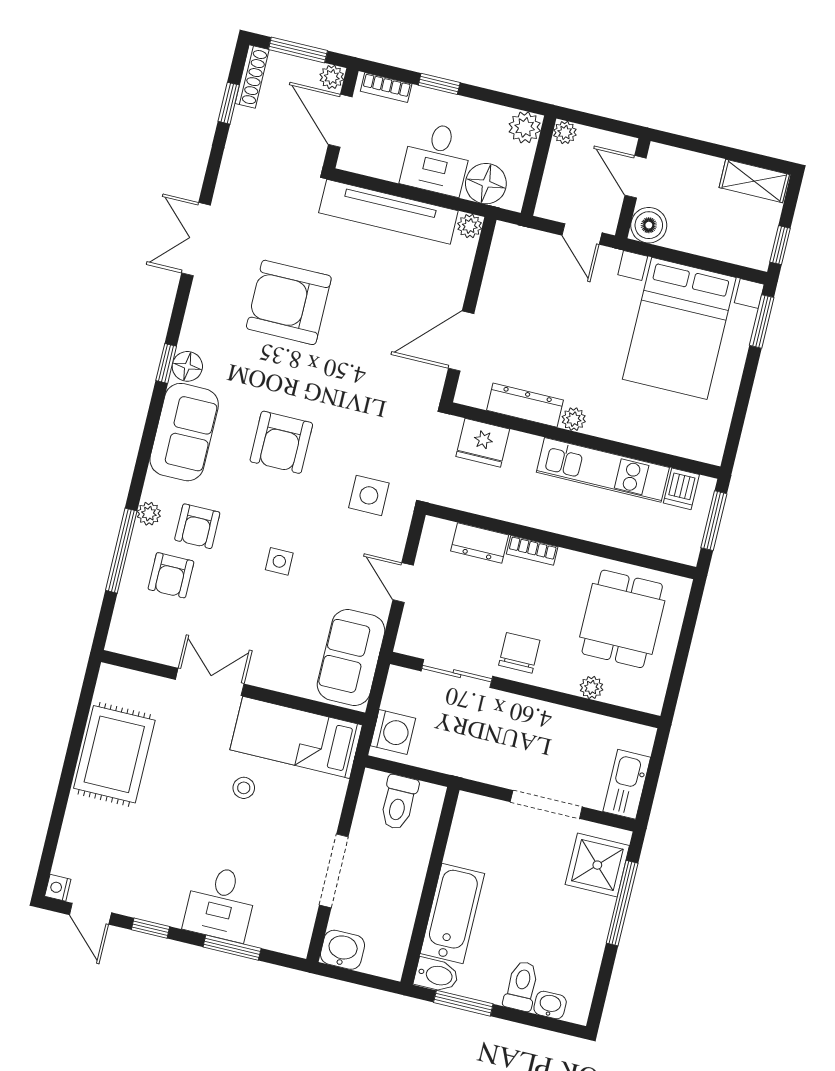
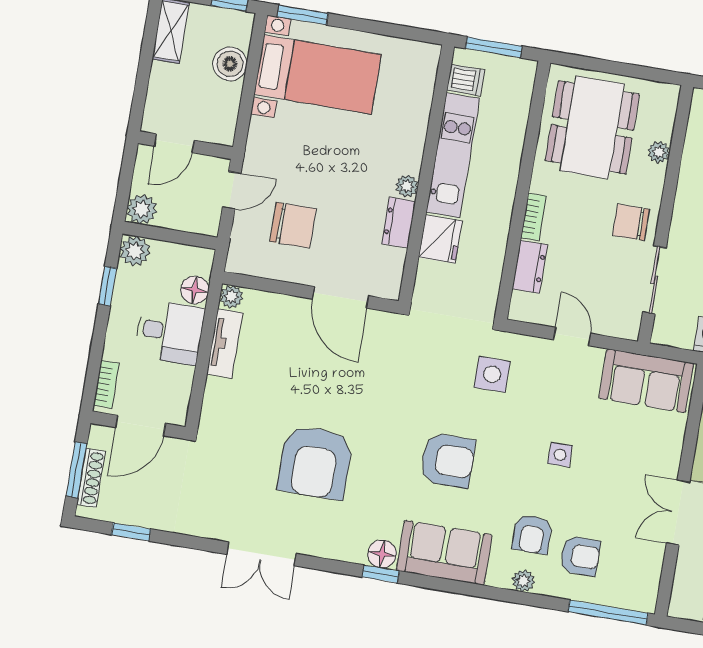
shoe rack: (252, 77) -> (91, 478), moved, turned 90
plant: (332, 77) -> (100, 436), removed
window: (439, 84) -> (107, 286), moved
plant: (565, 132) -> (142, 209), width x1.38, depth x1.38
floor lamp: (486, 184) -> (195, 290), width x0.73, depth x0.73
tv unit: (388, 212) -> (225, 343), width x0.52, depth x0.78
boiler: (649, 225) -> (230, 64), moved
chair: (541, 296) -> (293, 225), added
bed with nightstands: (679, 328) -> (318, 74), width x0.73
dresser: (525, 405) -> (399, 223), width x0.70
fridge: (483, 443) -> (440, 239), moved
armchair: (197, 526) -> (532, 534), turned 90
window: (121, 551) -> (608, 613), moved
door: (403, 583) -> (572, 336), swing flipped
dining table: (622, 619) -> (592, 127), width x1.38

